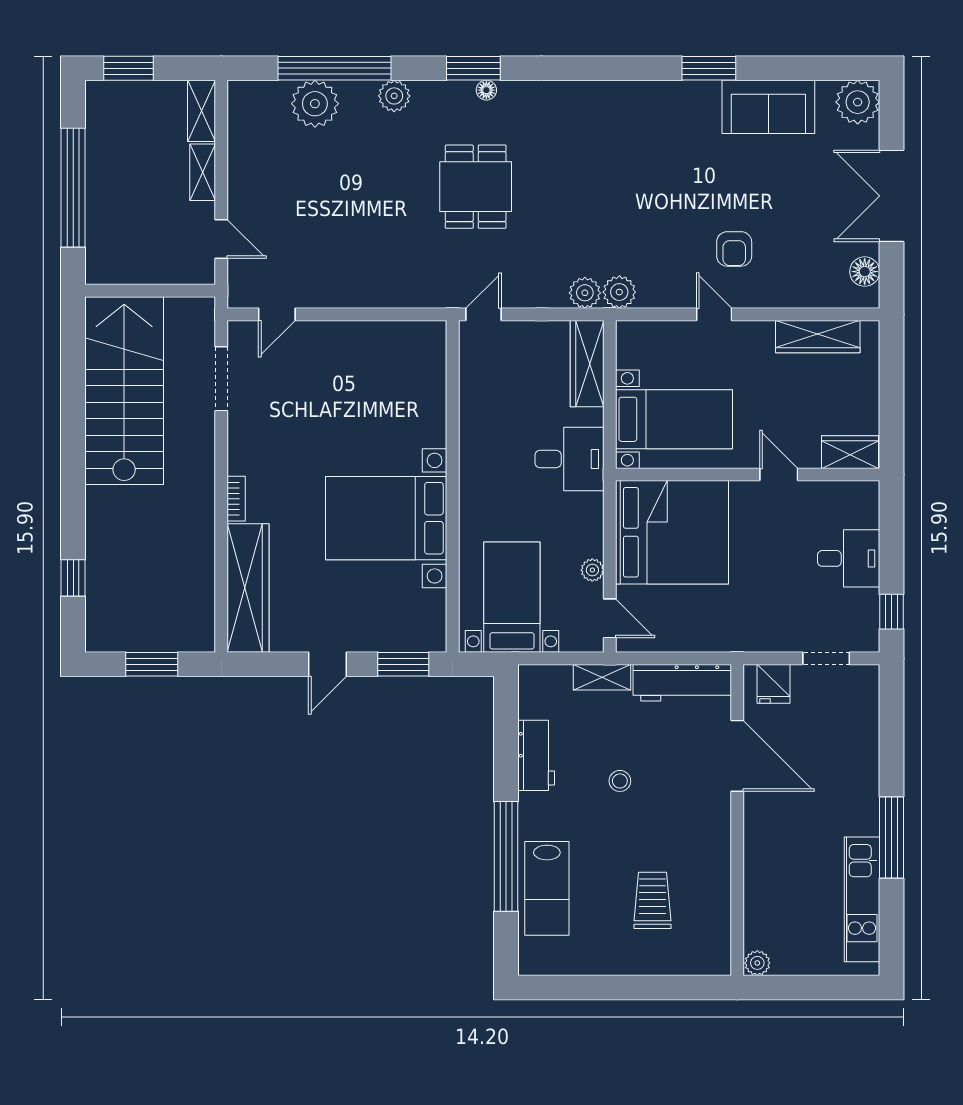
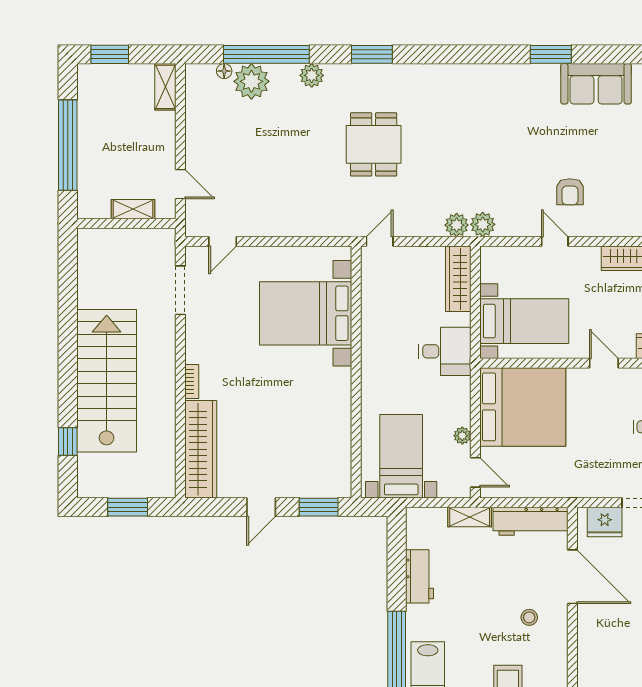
floor lamp: (486, 90) -> (224, 71), moved
shelving: (203, 172) -> (133, 209), moved, turned 90
stairs: (124, 391) -> (107, 381), moved
bed with nightstands: (386, 518) -> (306, 313), moved
fridge: (774, 684) -> (605, 522), width x1.38
stool: (620, 781) -> (529, 617), moved

